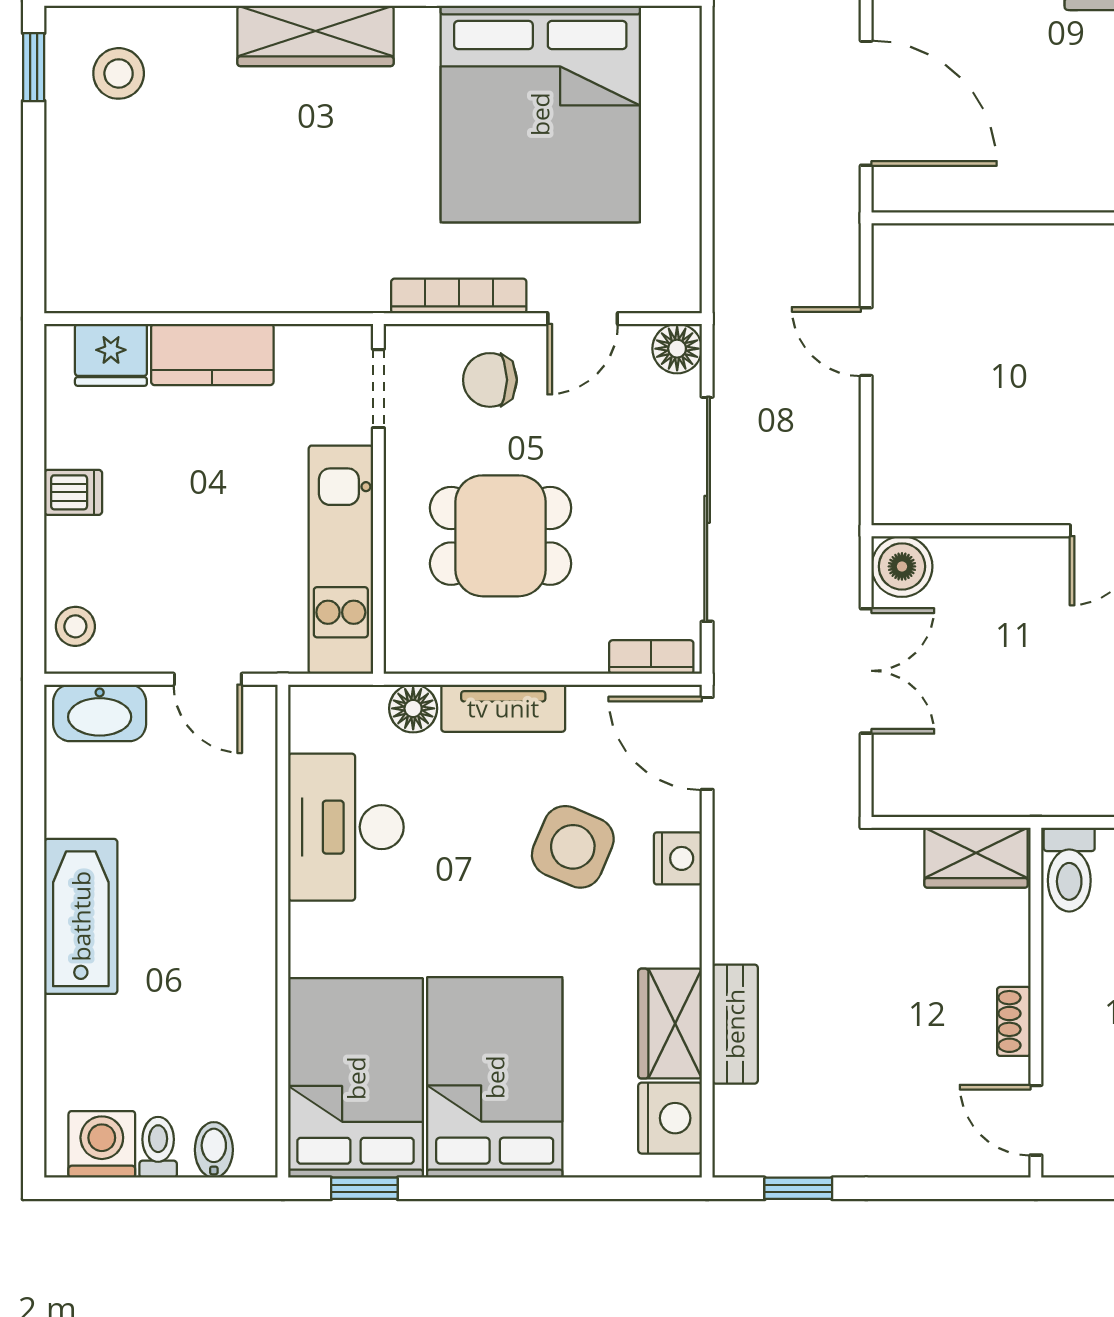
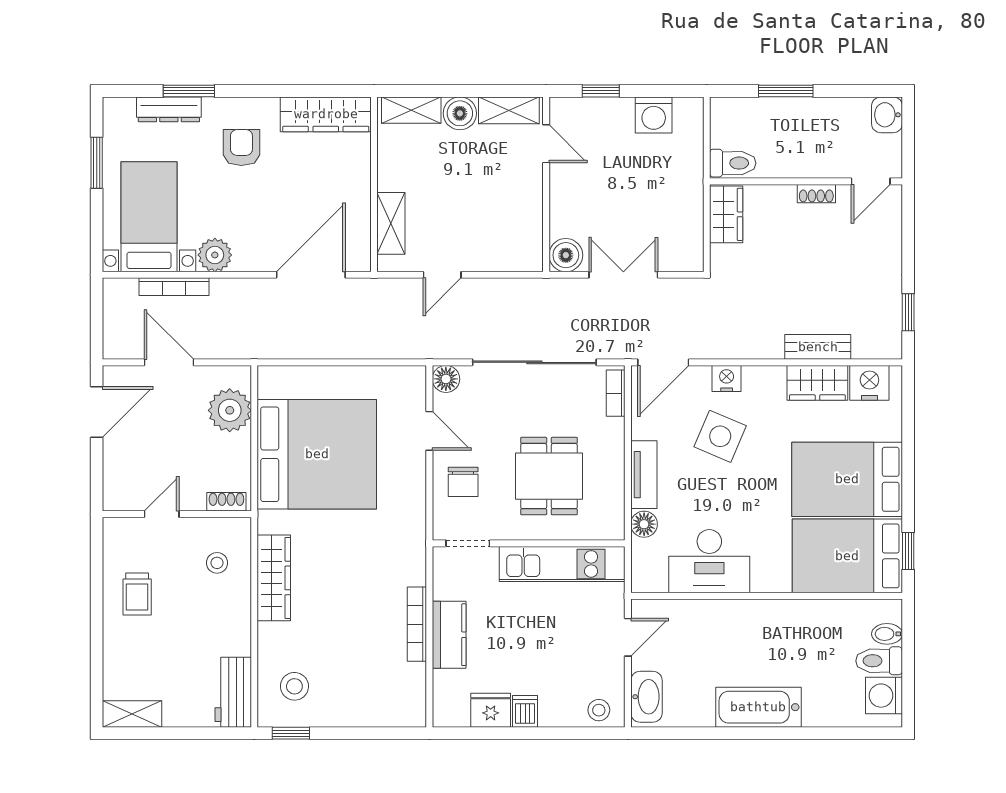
shelving: (960, 249) -> (391, 223), added
bookcase: (459, 296) -> (417, 624), moved
fridge: (111, 355) -> (491, 710), moved, turned -90
toilet: (158, 1147) -> (879, 661), width x1.37, depth x1.39

